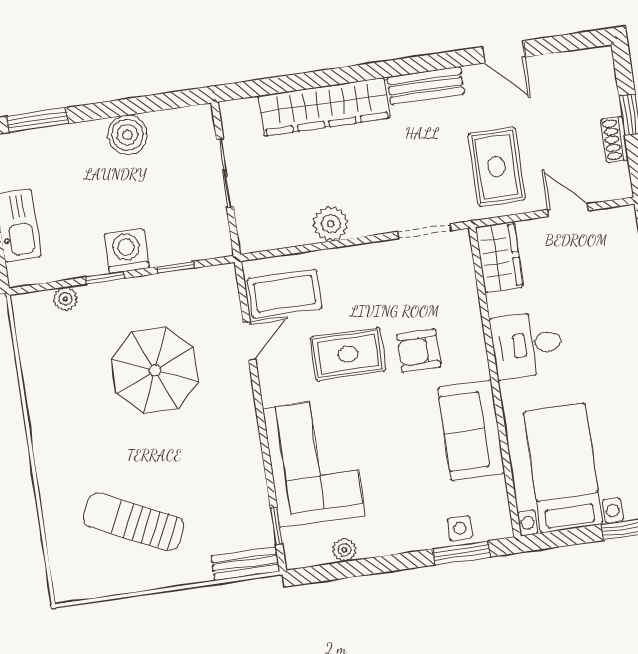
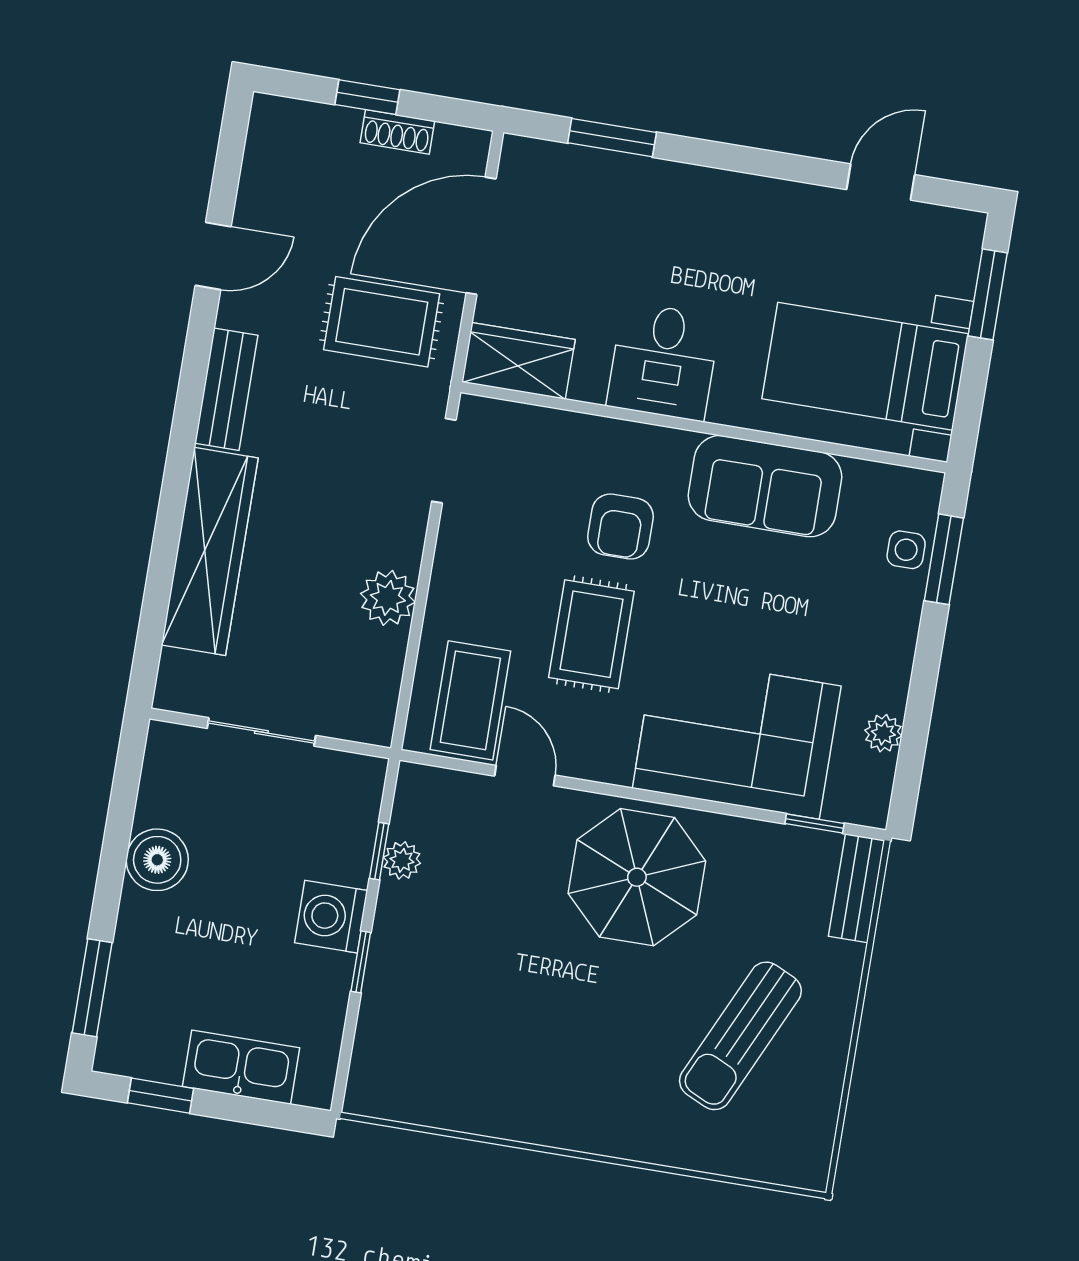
door: (568, 210) -> (481, 236), width x1.87
plant: (65, 299) -> (402, 860), moved
parasol: (155, 370) -> (637, 877), moved

